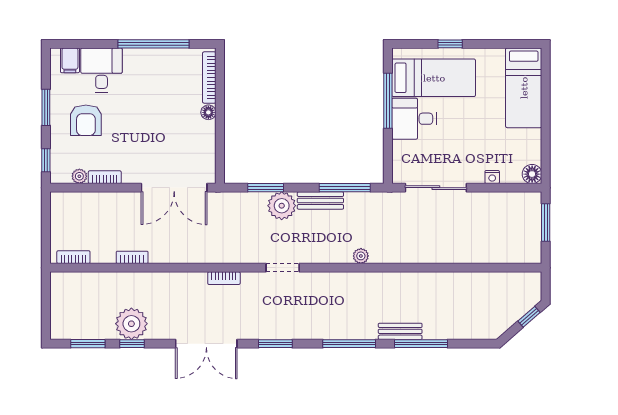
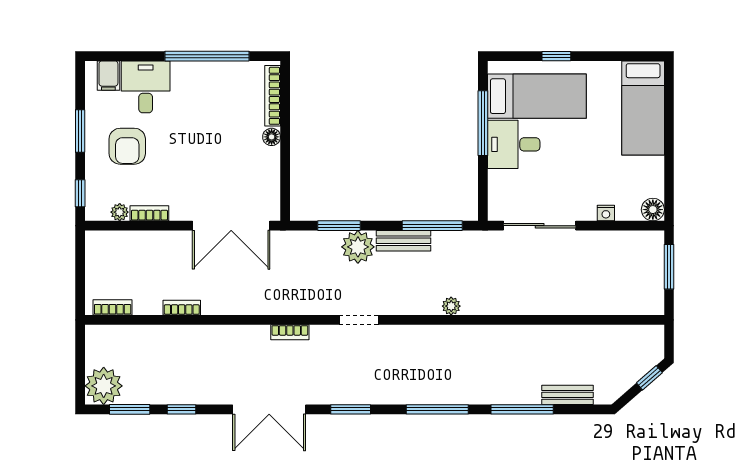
plant: (131, 324) -> (104, 386), moved
bench: (400, 331) -> (567, 395), moved

